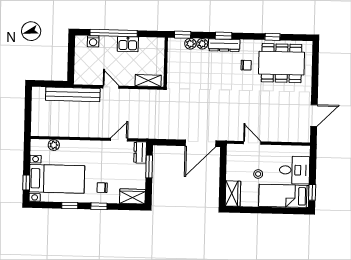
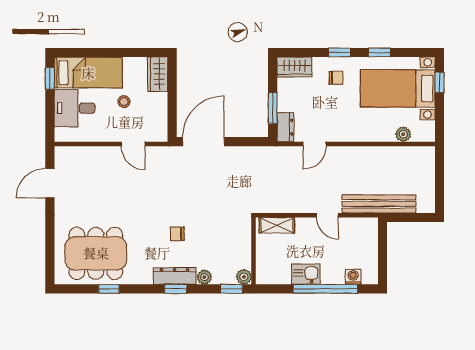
plant: (190, 44) -> (244, 277), moved
chair: (246, 65) -> (177, 234), moved

